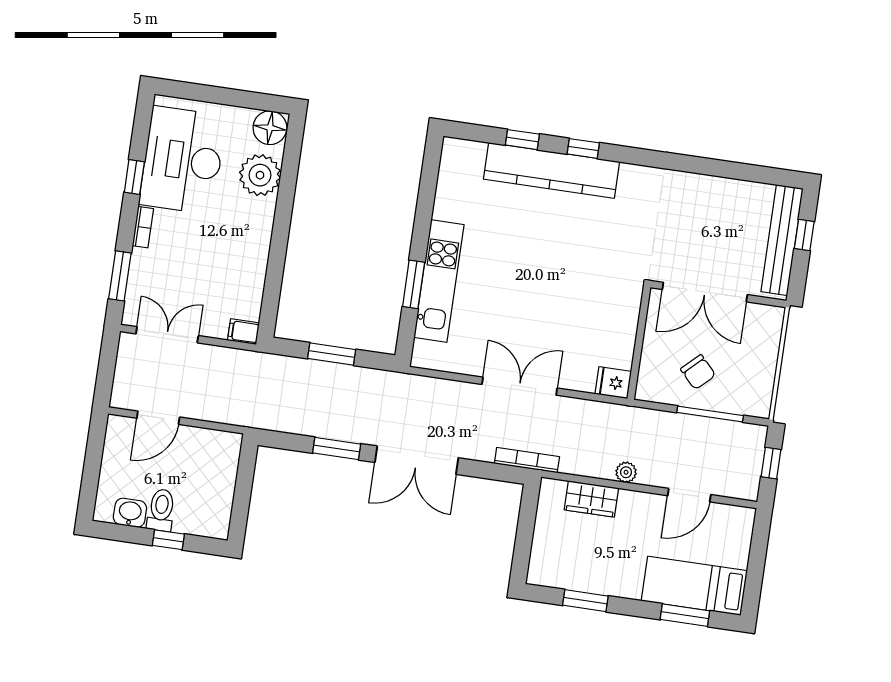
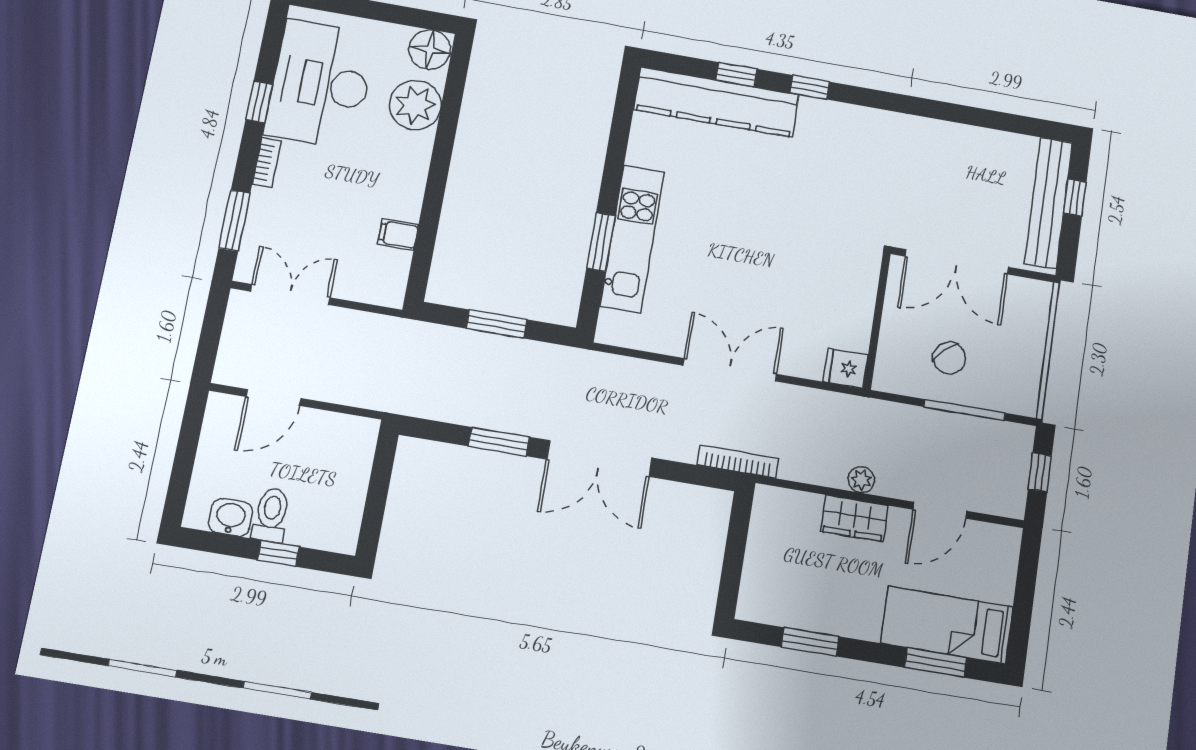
kitchen counter: (552, 170) -> (716, 102), moved
filing cabinet: (243, 332) -> (398, 234), moved
wardrobe: (591, 499) -> (854, 518), moved

